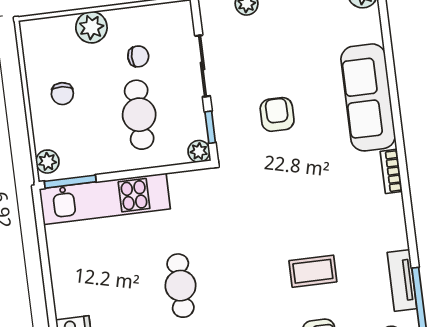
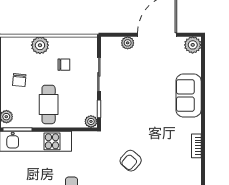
sofa: (368, 97) -> (189, 95), width x0.73
armchair: (277, 114) -> (131, 161), moved, turned -139
cafe table: (139, 115) -> (49, 104), moved

